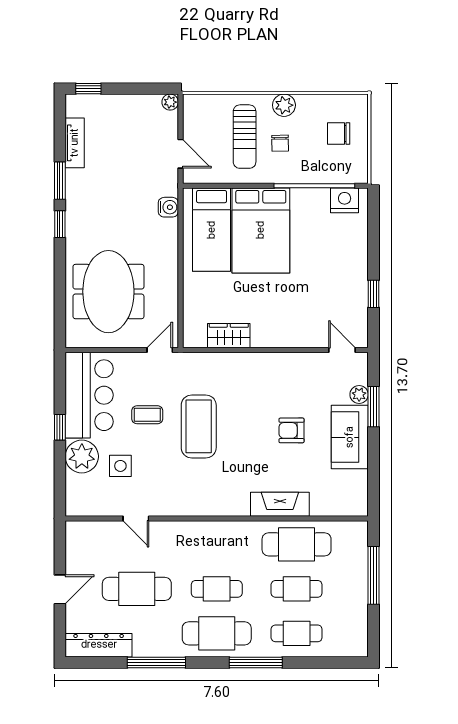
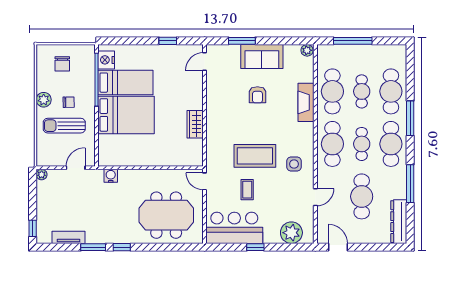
sun lounger: (245, 137) -> (64, 126), turned 180
bed: (212, 230) -> (125, 83), moved
wardrobe: (229, 336) -> (195, 124), moved
plant: (359, 394) -> (307, 50), moved
plant: (82, 456) -> (291, 233), moved
side table: (120, 466) -> (294, 164), moved
cafe table: (217, 544) -> (332, 144), added
door: (60, 589) -> (338, 247), moved
cafe table: (297, 633) -> (391, 91), width x1.37, depth x1.35

